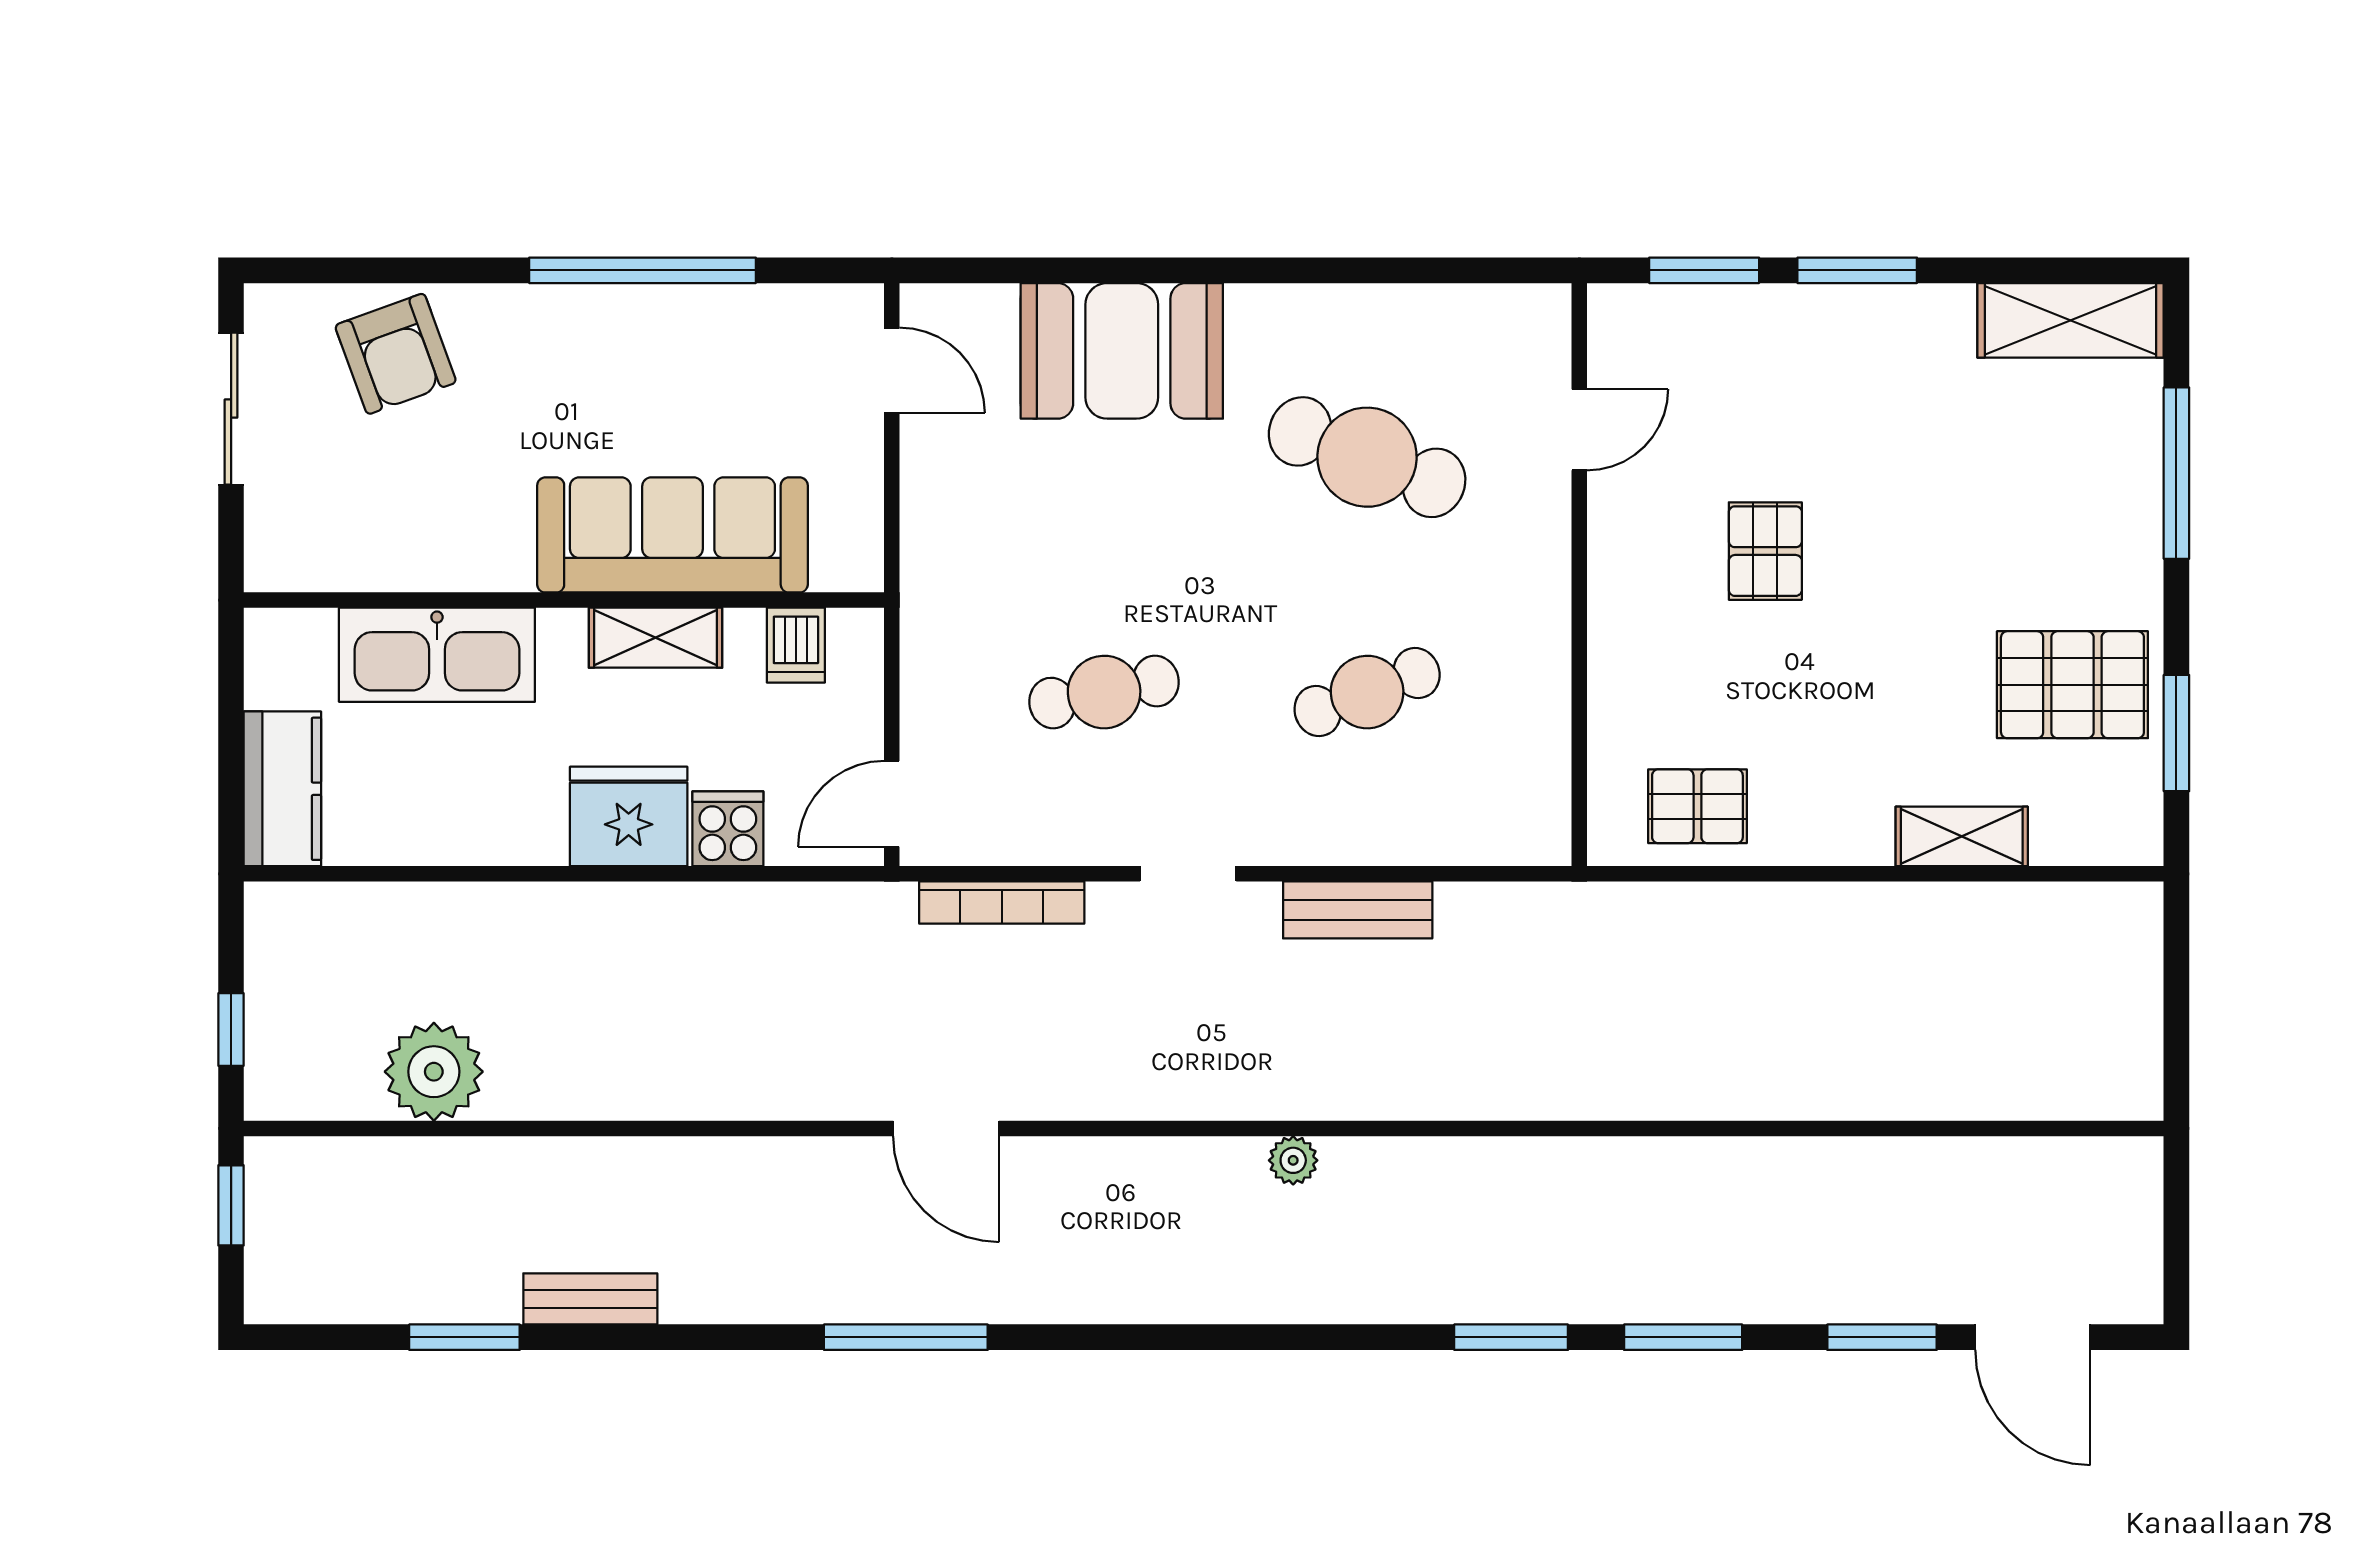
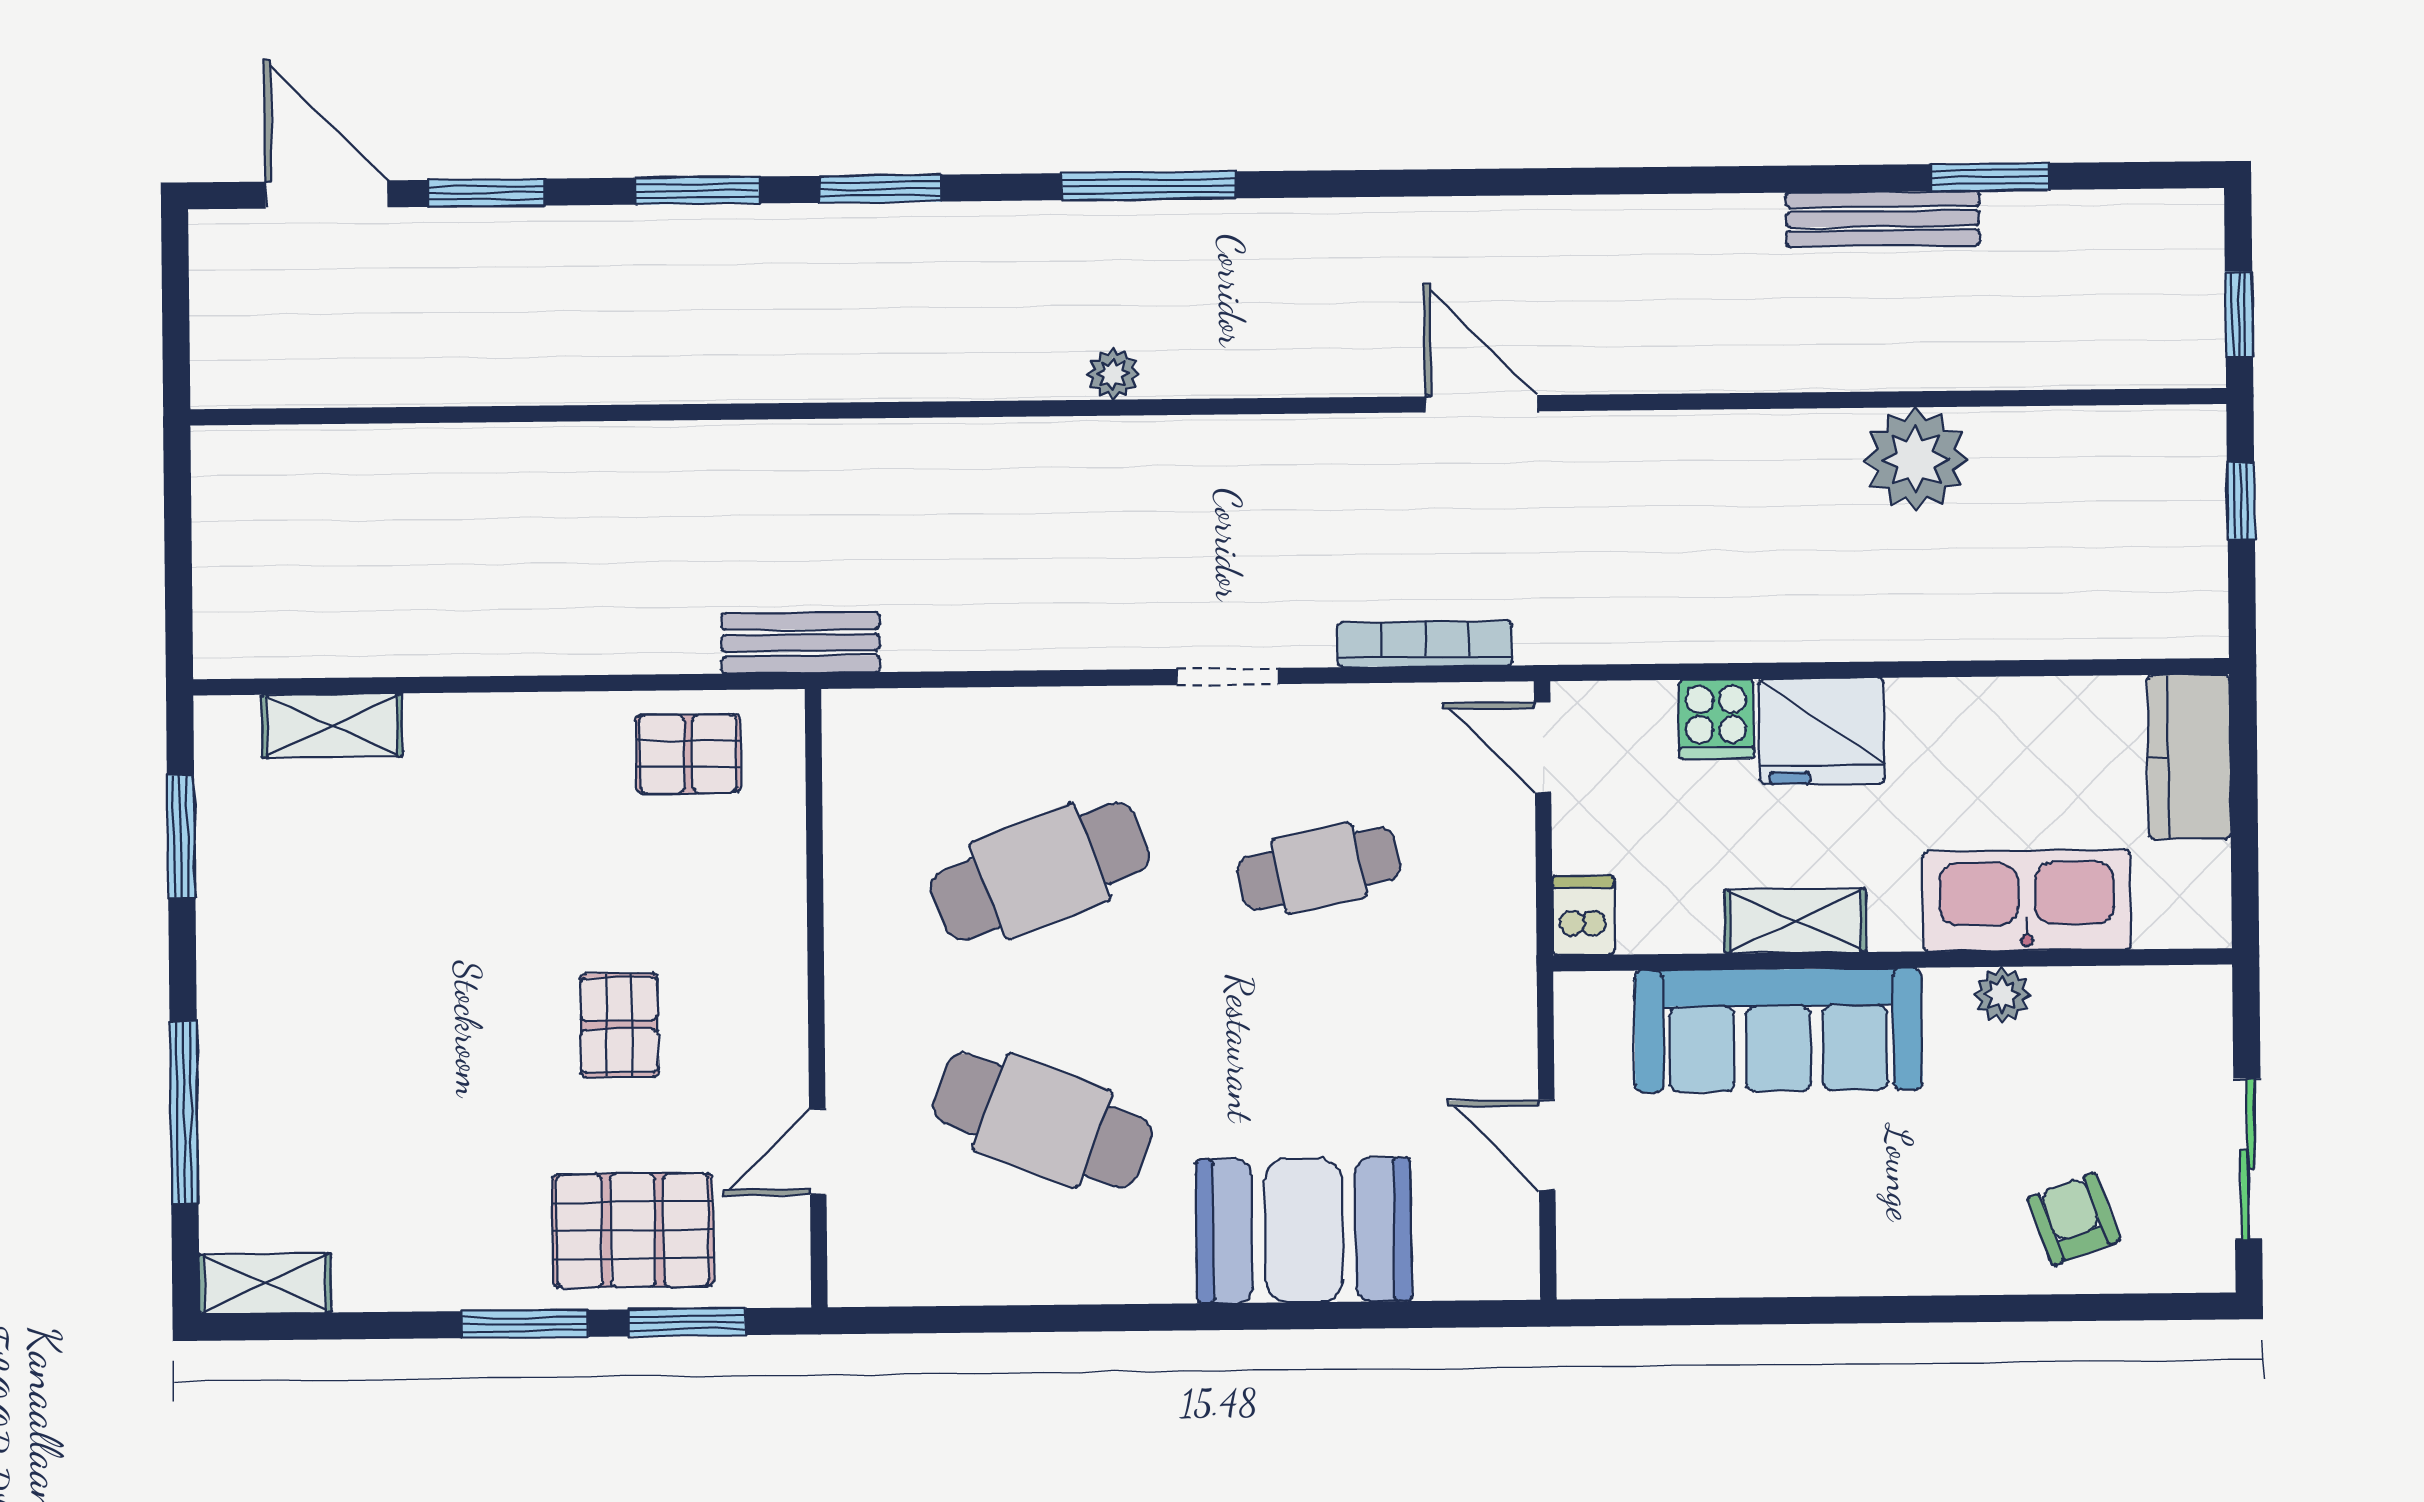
window: (643, 270) -> (1813, 1310), removed
shelving: (2071, 320) -> (265, 1284), width x0.67, depth x0.75
armchair: (396, 354) -> (2074, 1219), width x0.72, depth x0.72
door: (892, 370) -> (1547, 1145), moved
plant: (461, 566) -> (2002, 995), added
dishwasher: (796, 645) -> (1583, 915), moved
pallet: (2072, 685) -> (633, 1230), moved
cafe table: (1367, 692) -> (1040, 871), width x1.37, depth x1.35
door: (892, 804) -> (1543, 747), swing flipped
shelving: (1962, 836) -> (332, 726), moved
bench: (1358, 910) -> (800, 643), moved
plant: (434, 1072) -> (1916, 459), moved
bench: (590, 1299) -> (1883, 219), width x1.36
window: (906, 1337) -> (1149, 186), moved

